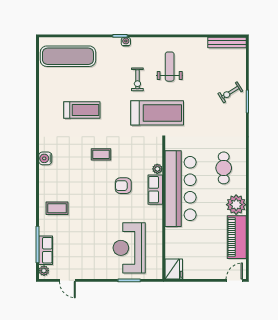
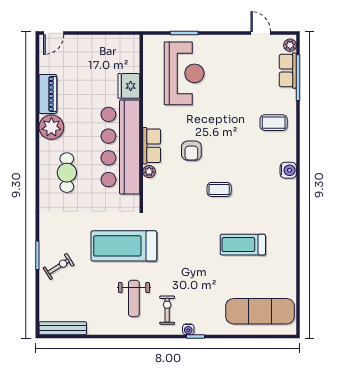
exercise bike: (137, 79) -> (167, 310), moved
treadmill: (157, 113) -> (124, 246), moved
water cooler: (45, 158) -> (288, 170), moved
armchair: (123, 186) -> (191, 151), turned 90
piano: (237, 237) -> (48, 94), width x0.73, depth x0.75
fridge: (174, 269) -> (129, 86), moved

